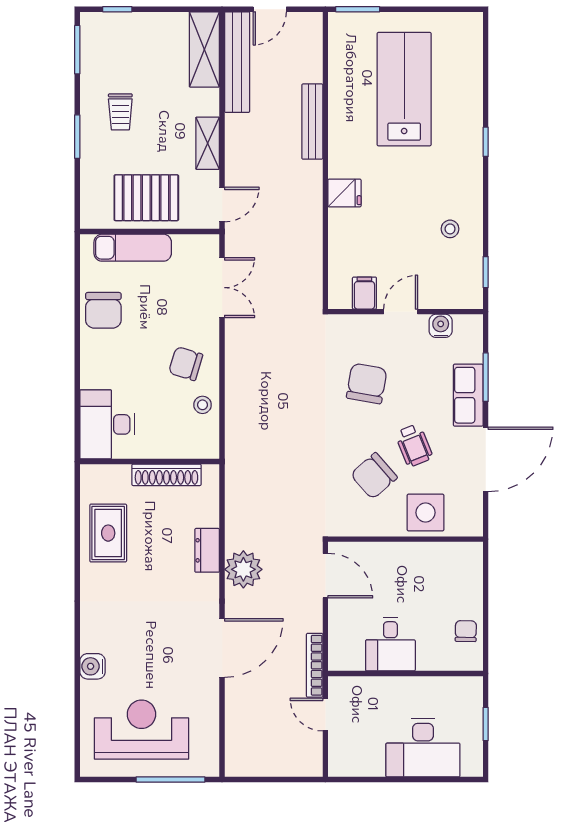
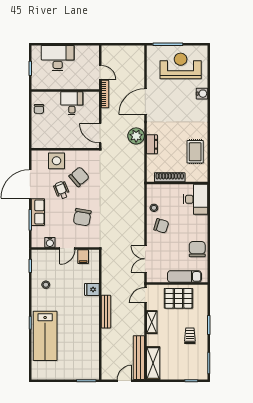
lab bench: (404, 89) -> (45, 336), moved
bench: (312, 122) -> (106, 312), moved
fridge: (345, 193) -> (92, 289), moved
reception desk: (141, 730) -> (181, 66), turned 180

